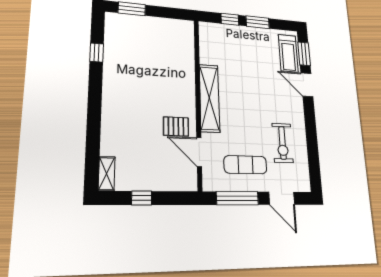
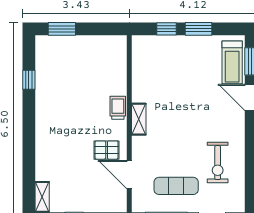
trolley: (187, 86) -> (118, 108), added
shelving: (209, 98) -> (139, 119), width x0.45, depth x0.75

